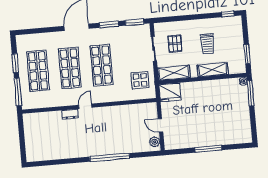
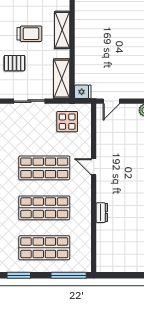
pallet: (175, 44) -> (15, 63), moved
window: (15, 63) -> (19, 275), moved
fridge: (170, 92) -> (83, 92), width x0.53, depth x0.75
door: (85, 106) -> (94, 167), moved
door: (160, 125) -> (111, 101), moved

